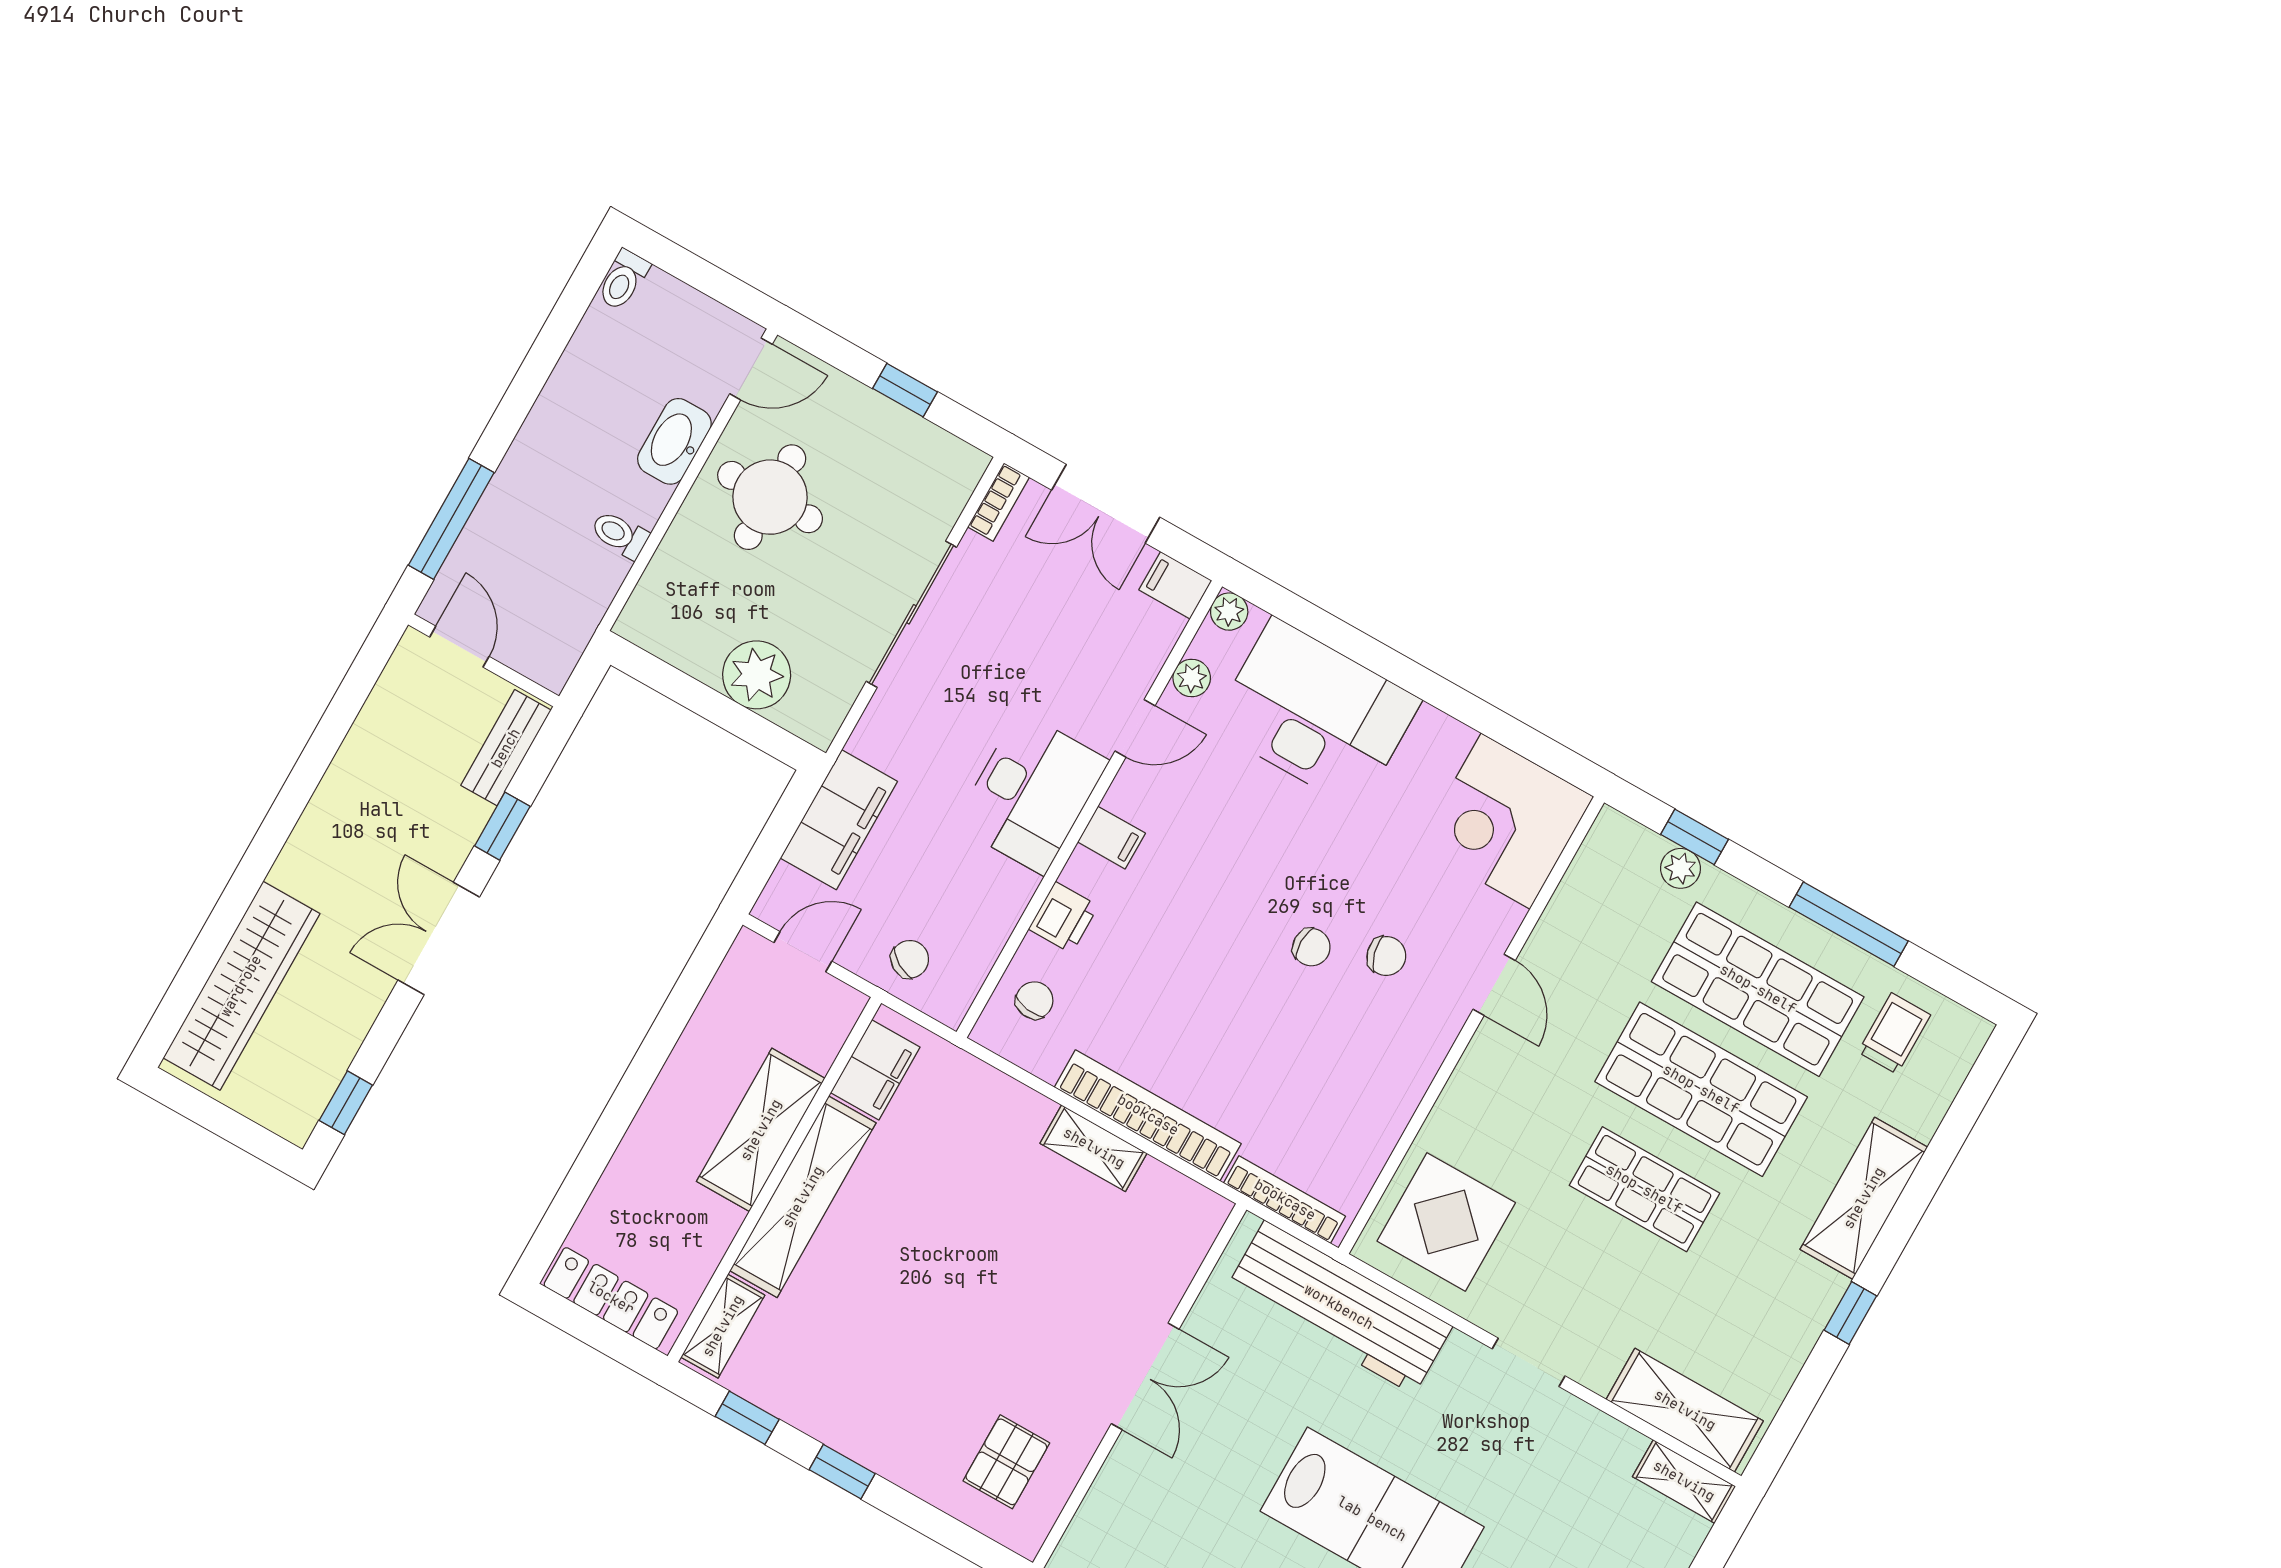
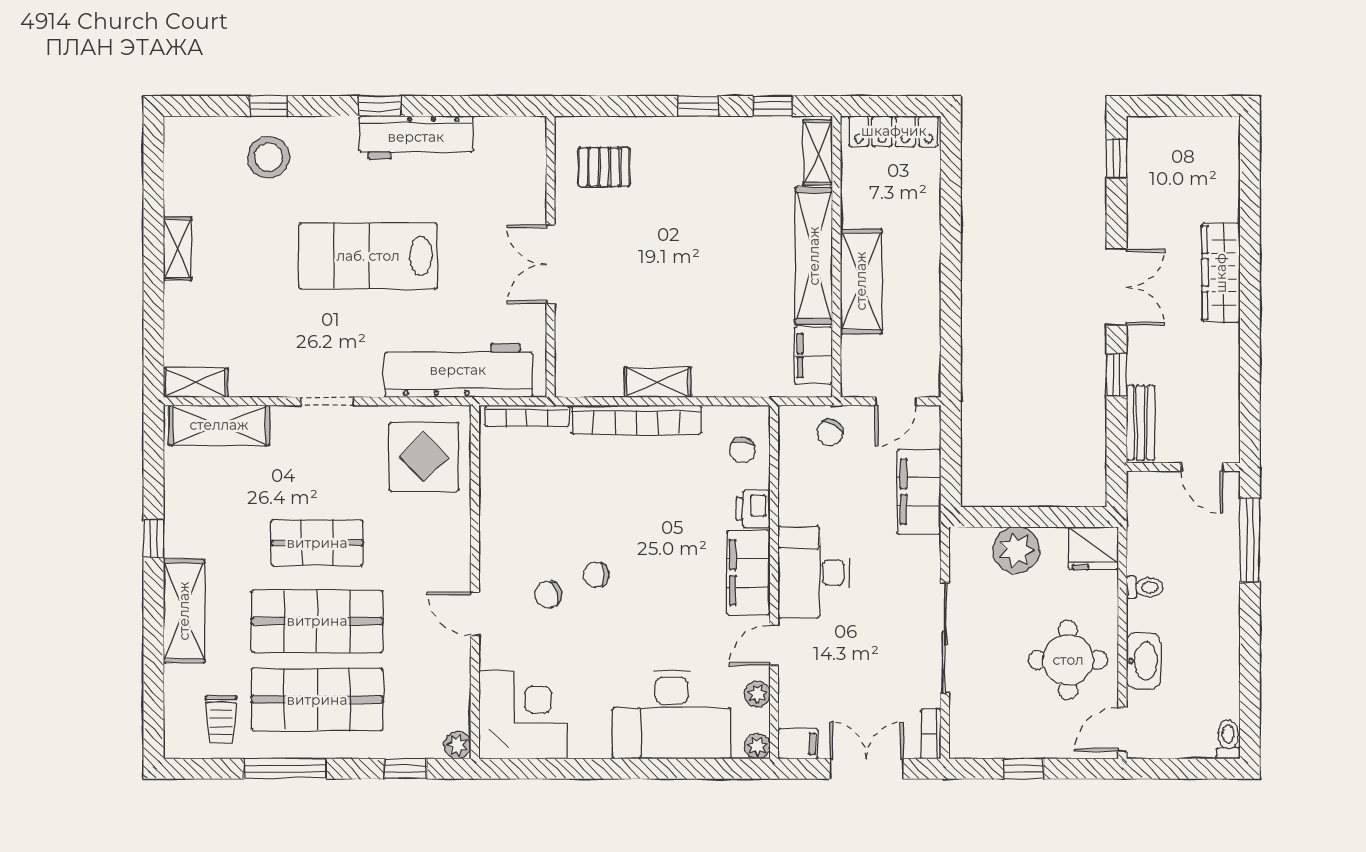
fridge: (657, 621) -> (1093, 548), added
filing cabinet: (1111, 838) -> (748, 573), width x3.00, depth x1.17
plant: (1680, 868) -> (457, 745), moved
wardrobe: (241, 986) -> (1221, 273), moved, width x0.71, depth x0.85
pallet: (1006, 1462) -> (604, 167), turned 90

